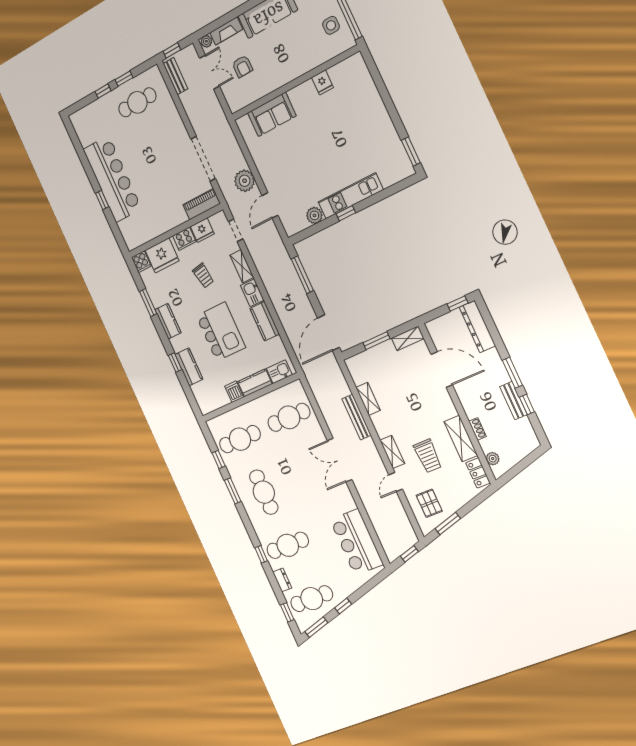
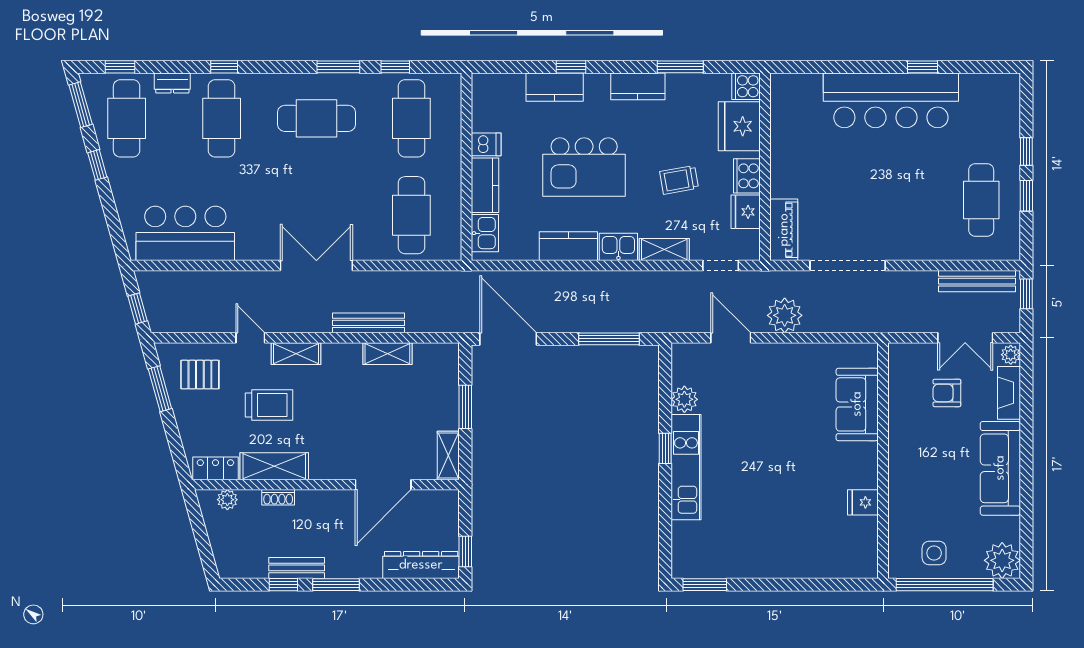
bench: (175, 76) -> (977, 281), width x1.36
window: (102, 200) -> (922, 67), moved
trolley: (428, 456) -> (269, 405), turned 180

